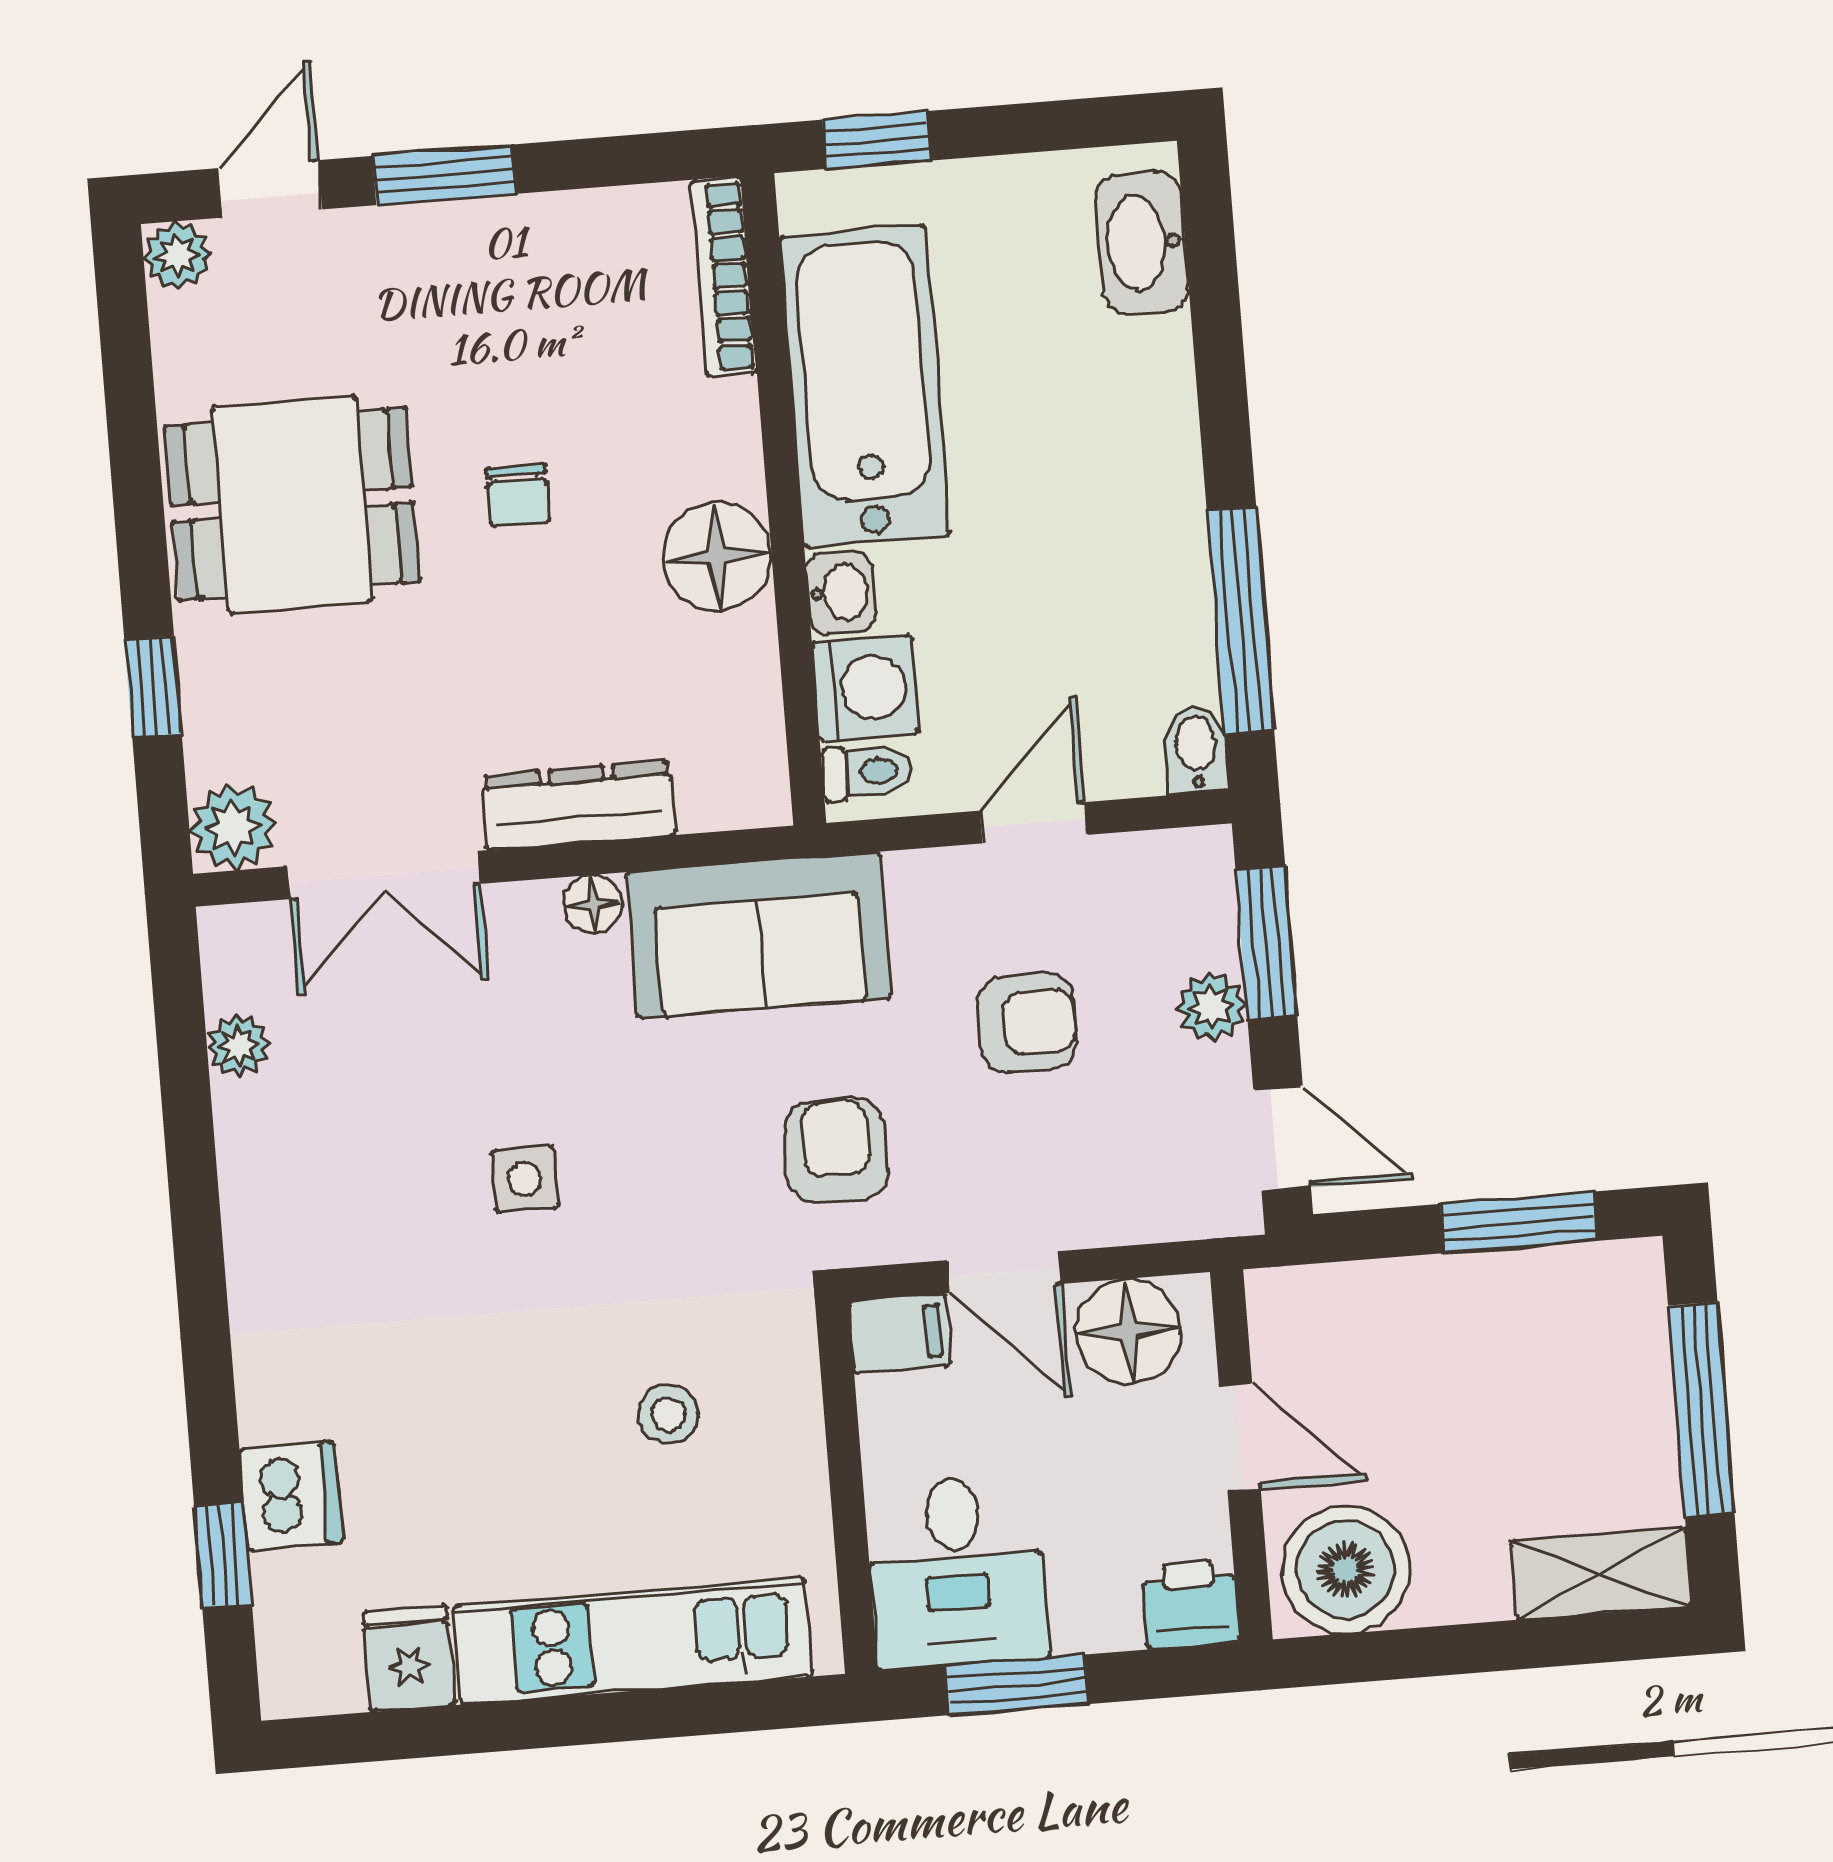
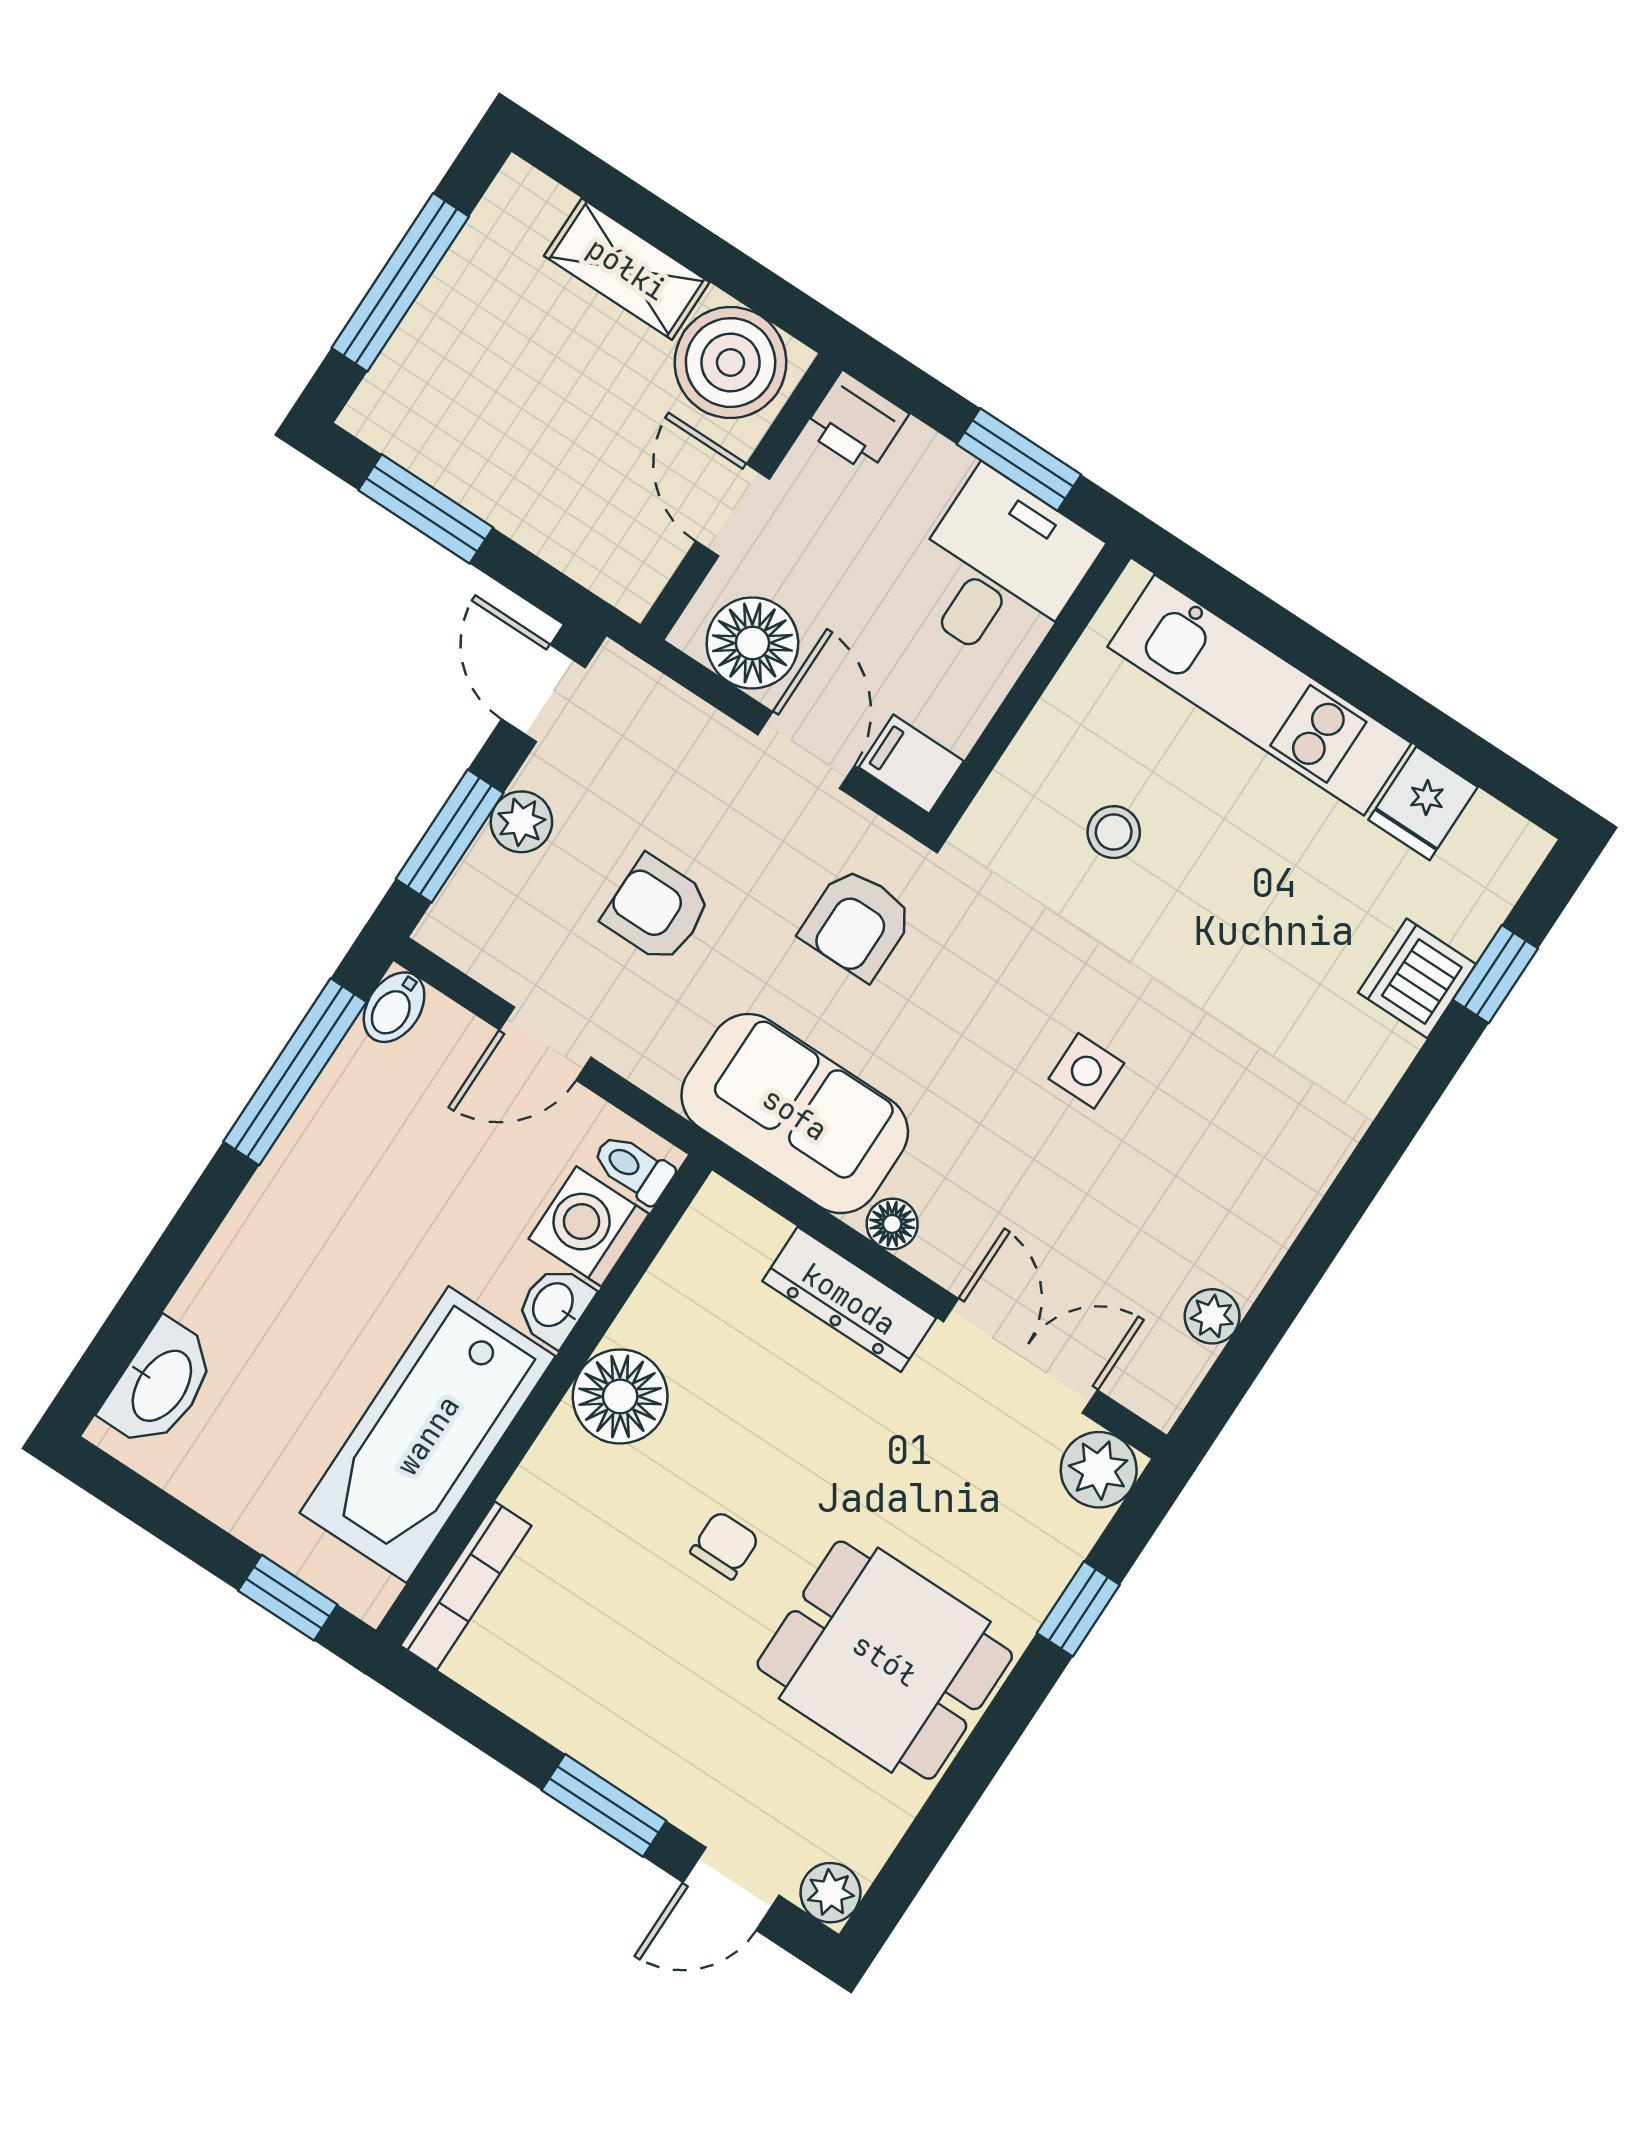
shelving: (1602, 1573) -> (627, 269), moved

